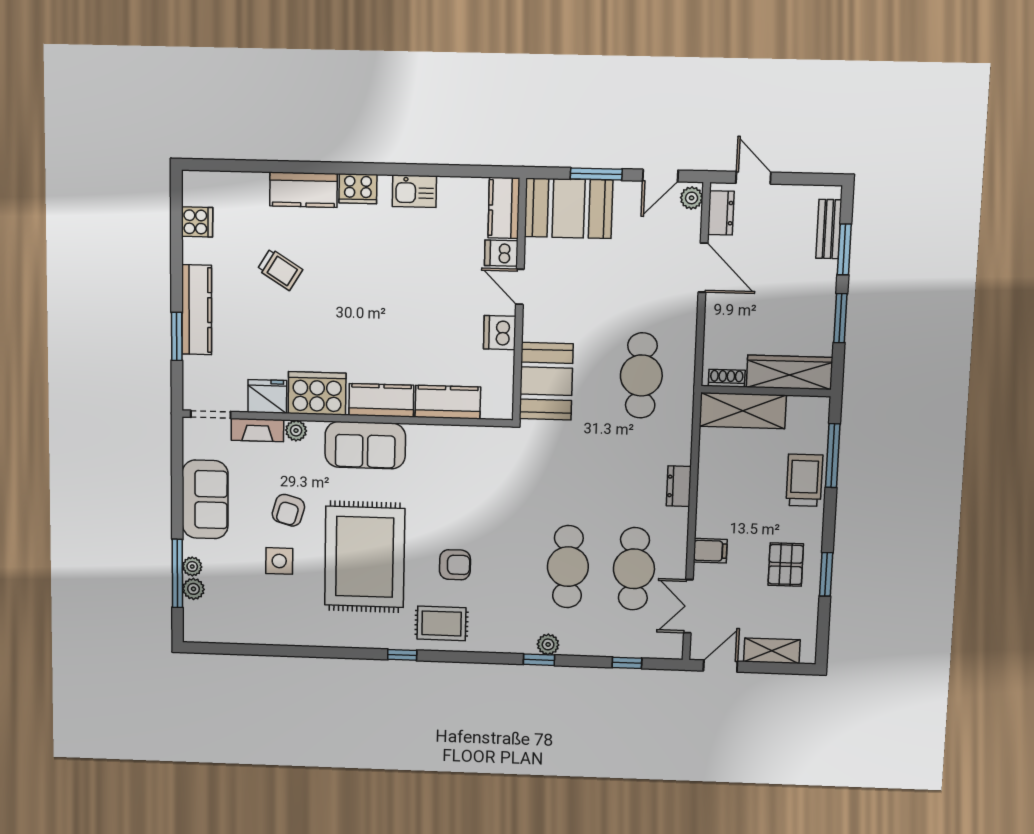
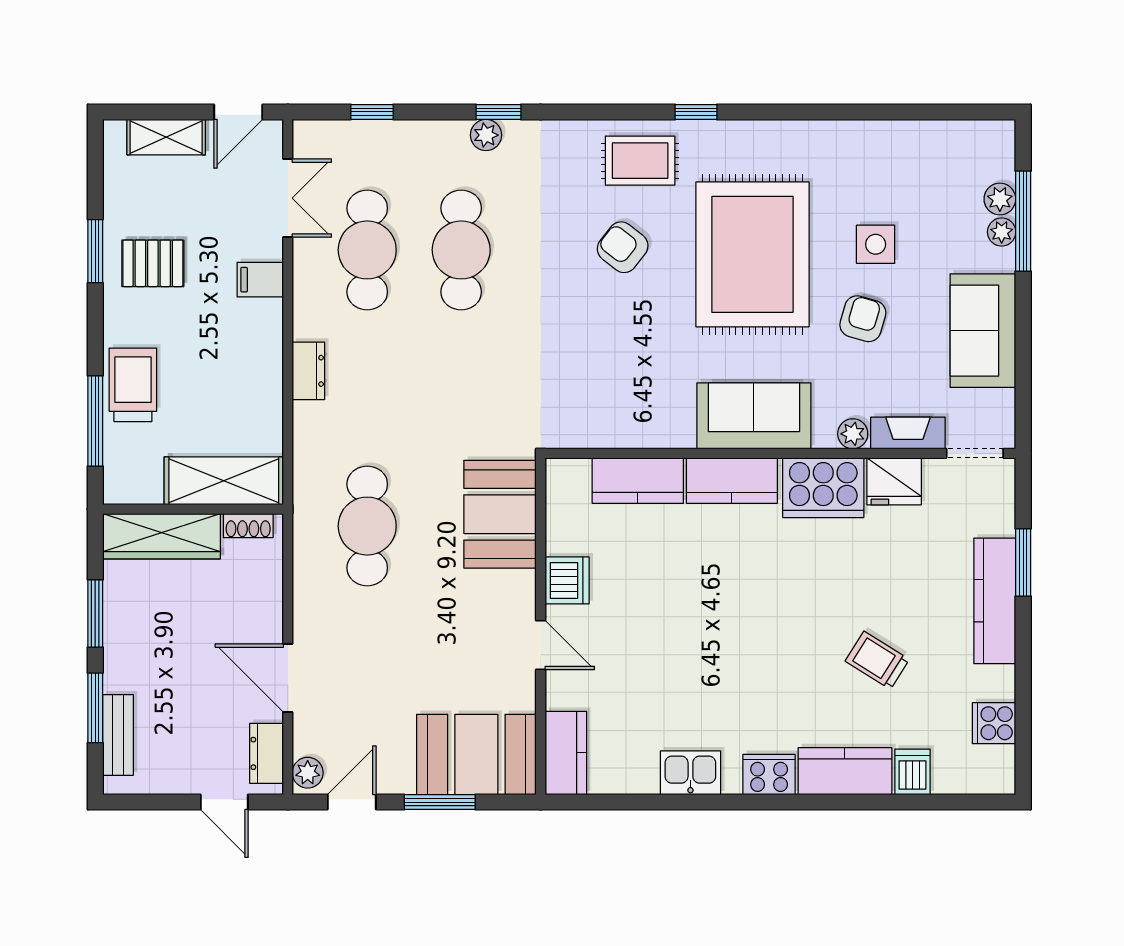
dishwasher: (501, 253) -> (913, 772), moved, turned -90
trolley: (804, 480) -> (133, 385), turned 180
armchair: (455, 565) -> (623, 247), turned 38
pallet: (786, 565) -> (153, 263), turned 90

